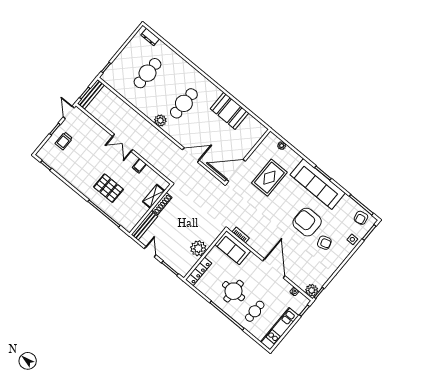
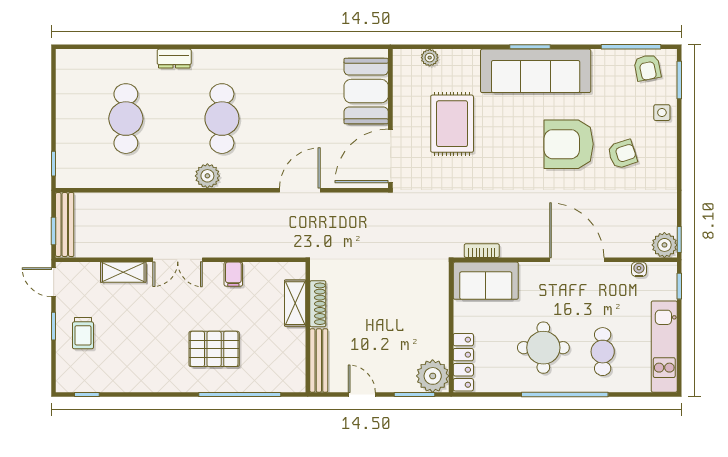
dresser: (150, 37) -> (174, 59), moved
booth: (229, 111) -> (366, 91), moved, turned 90
shelving: (98, 130) -> (123, 272), added
plant: (198, 248) -> (433, 376), moved

